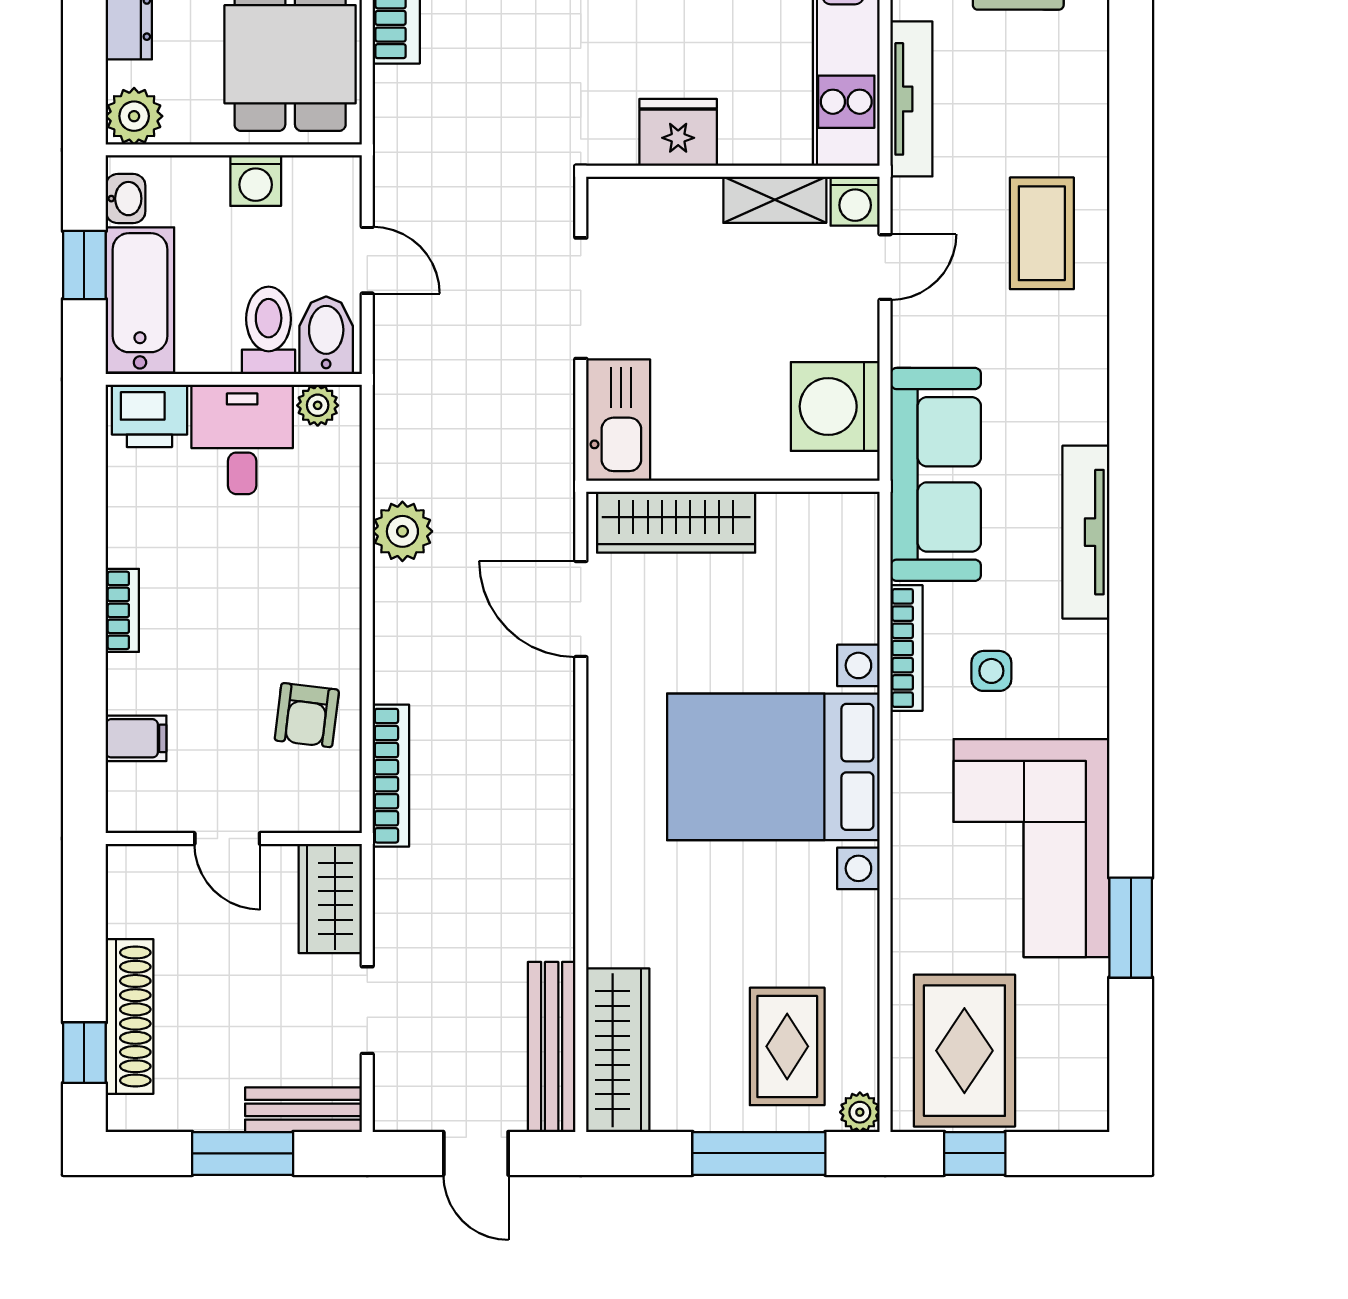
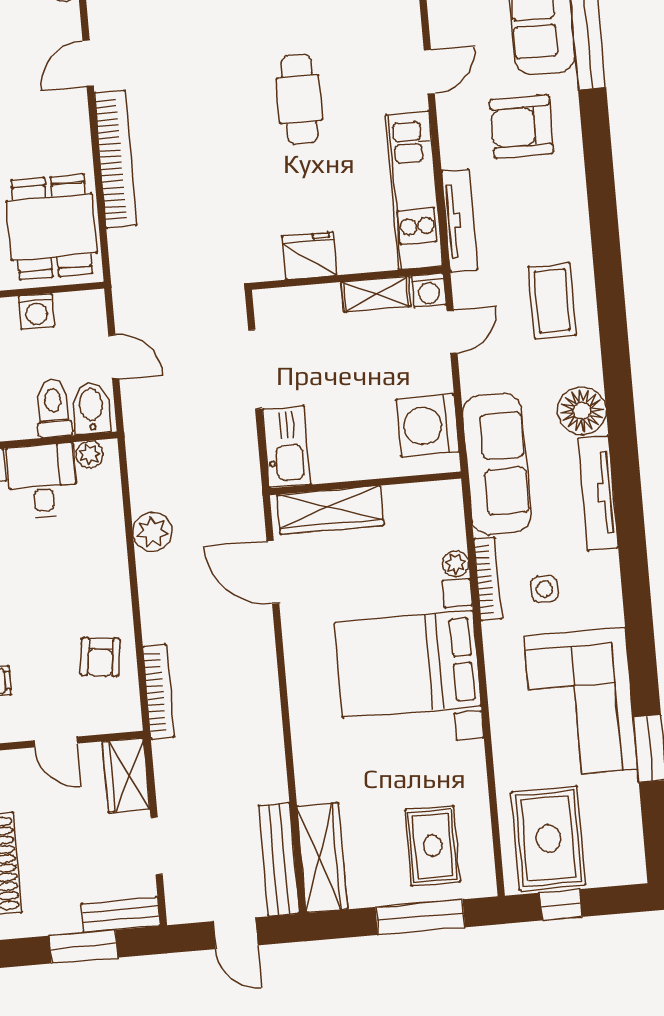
floor lamp: (1072, 404) -> (582, 411), added
plant: (860, 1112) -> (456, 564), moved

